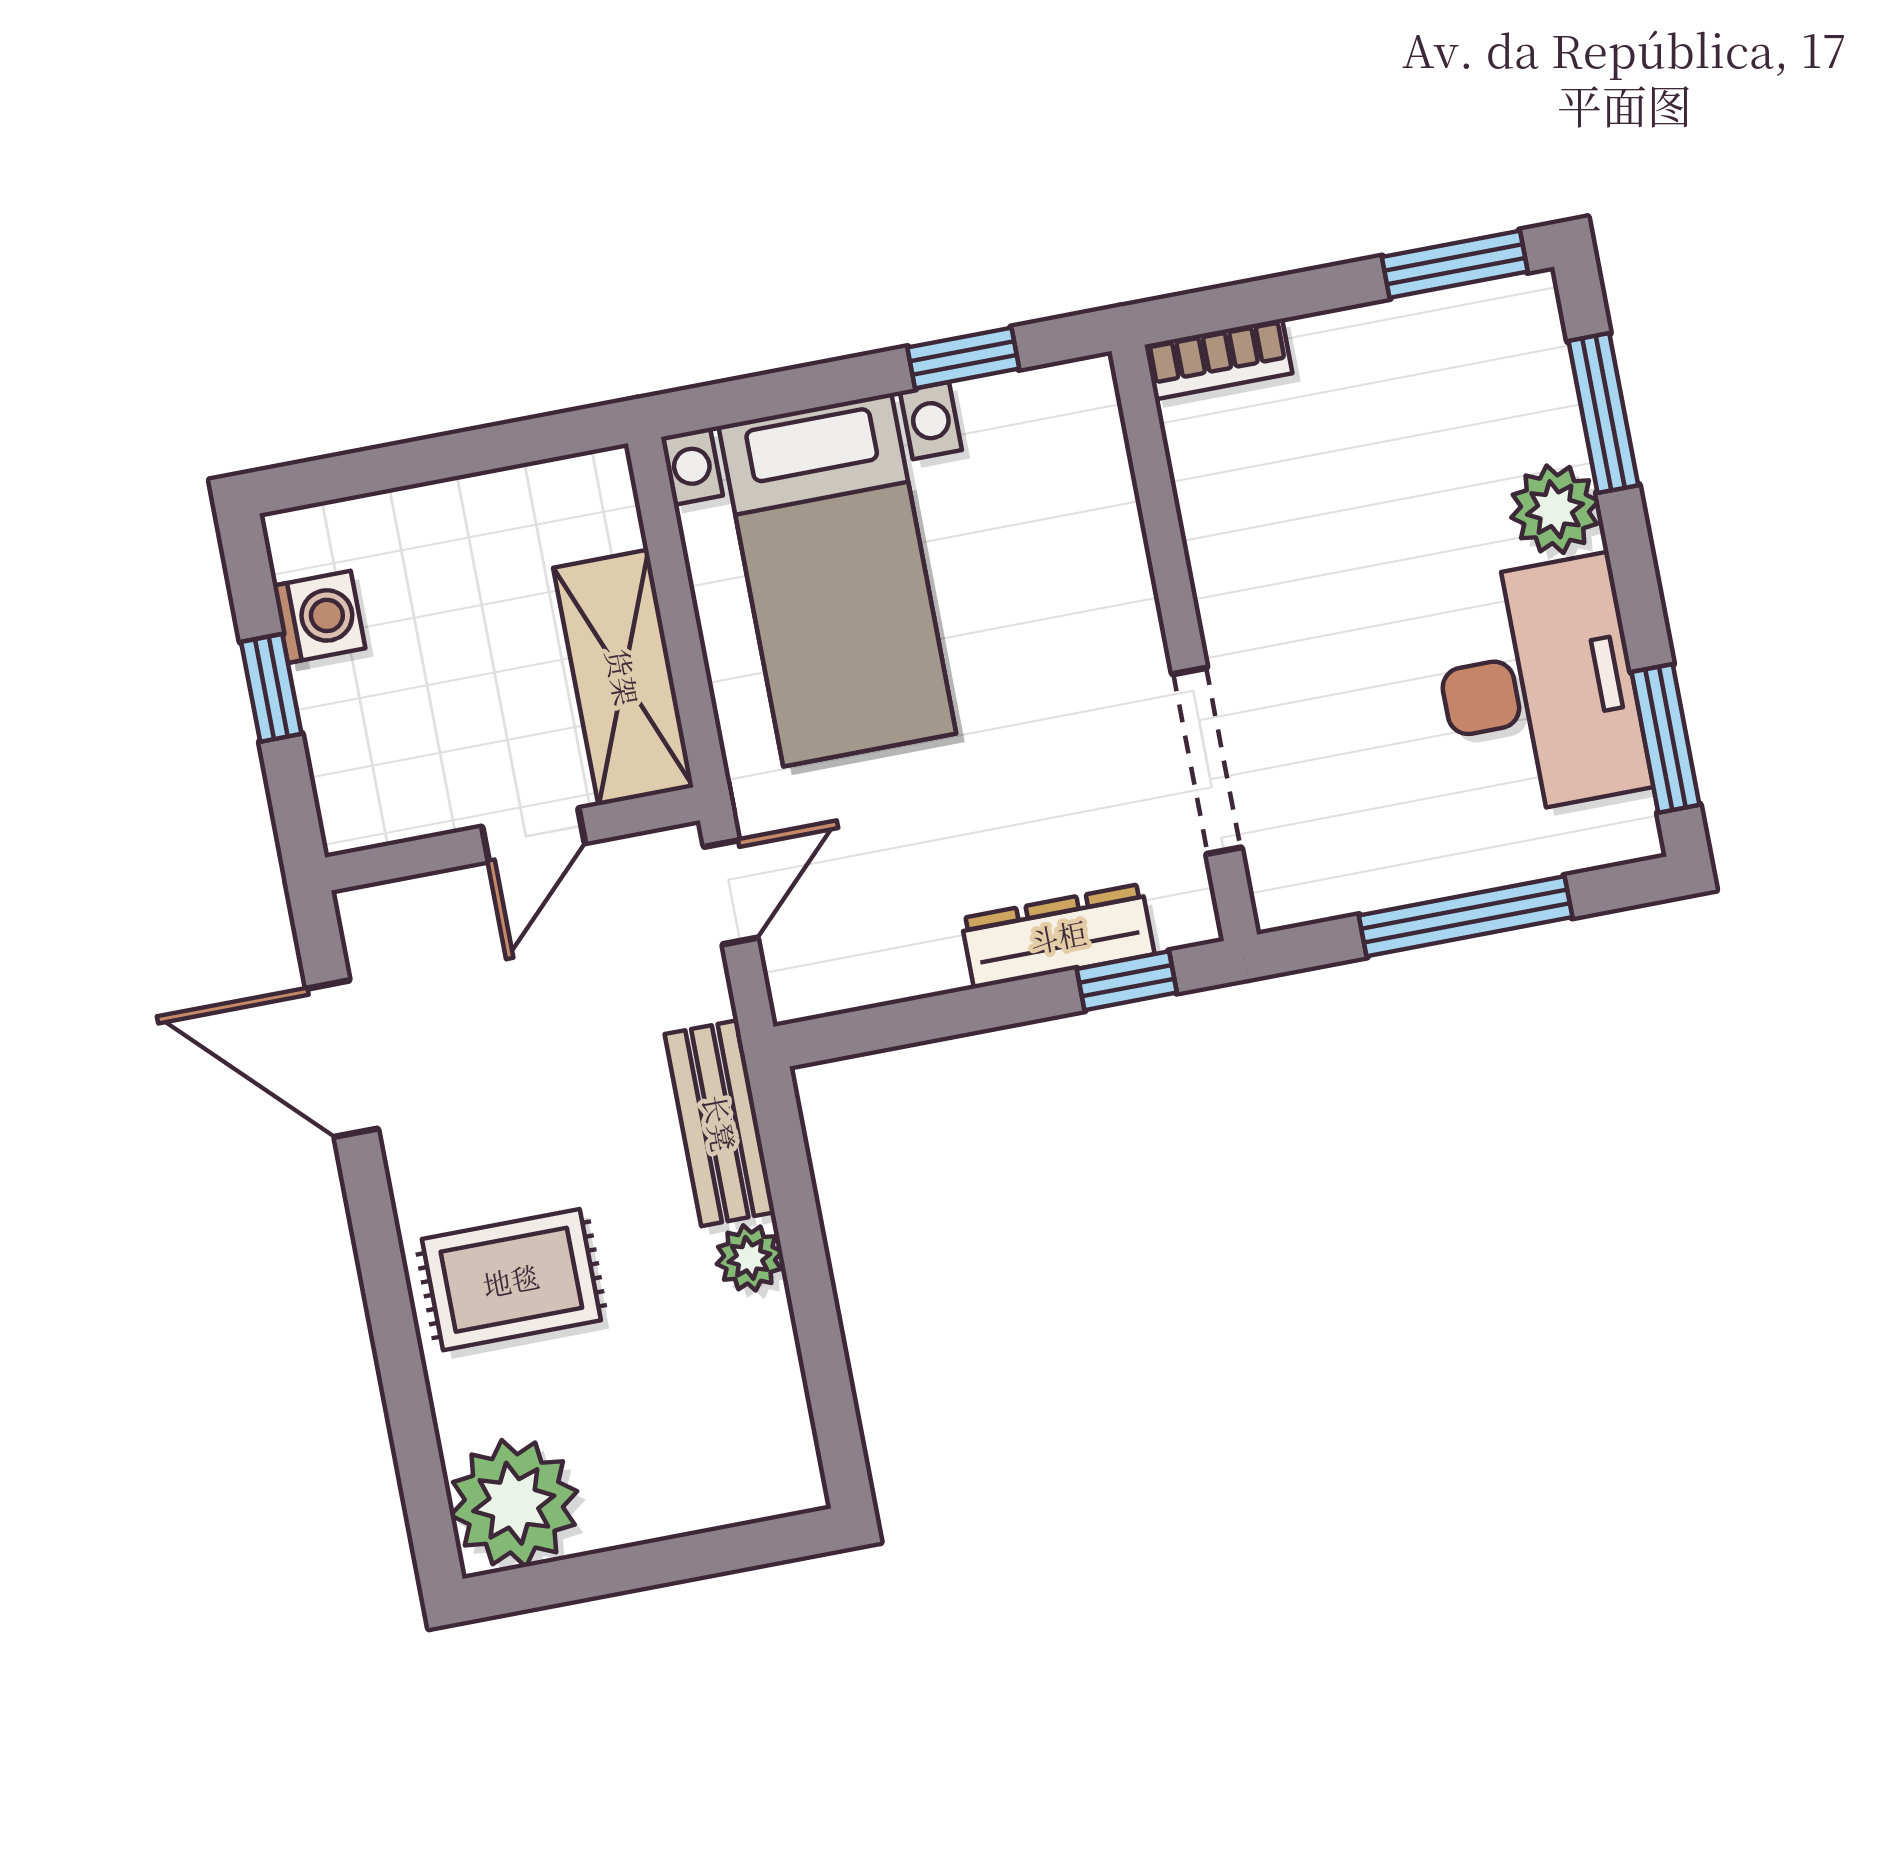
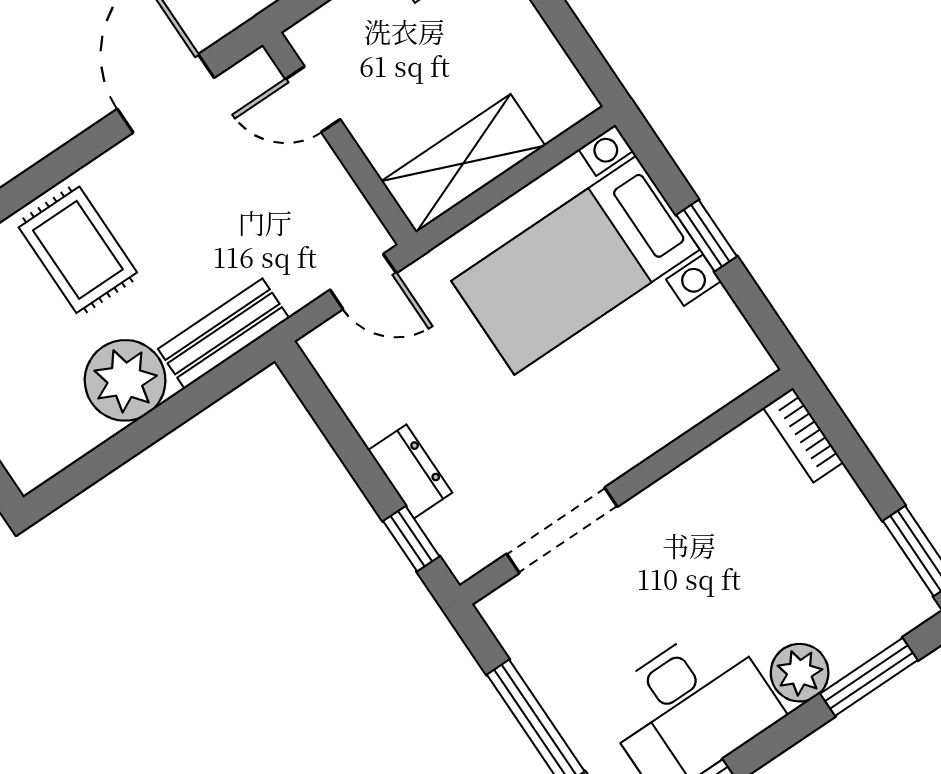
window: (963, 358) -> (707, 236), moved
door: (533, 835) -> (313, 99), moved
dresser: (1058, 936) -> (410, 471), width x0.70
plant: (749, 1258) -> (125, 380), width x1.87, depth x1.87

